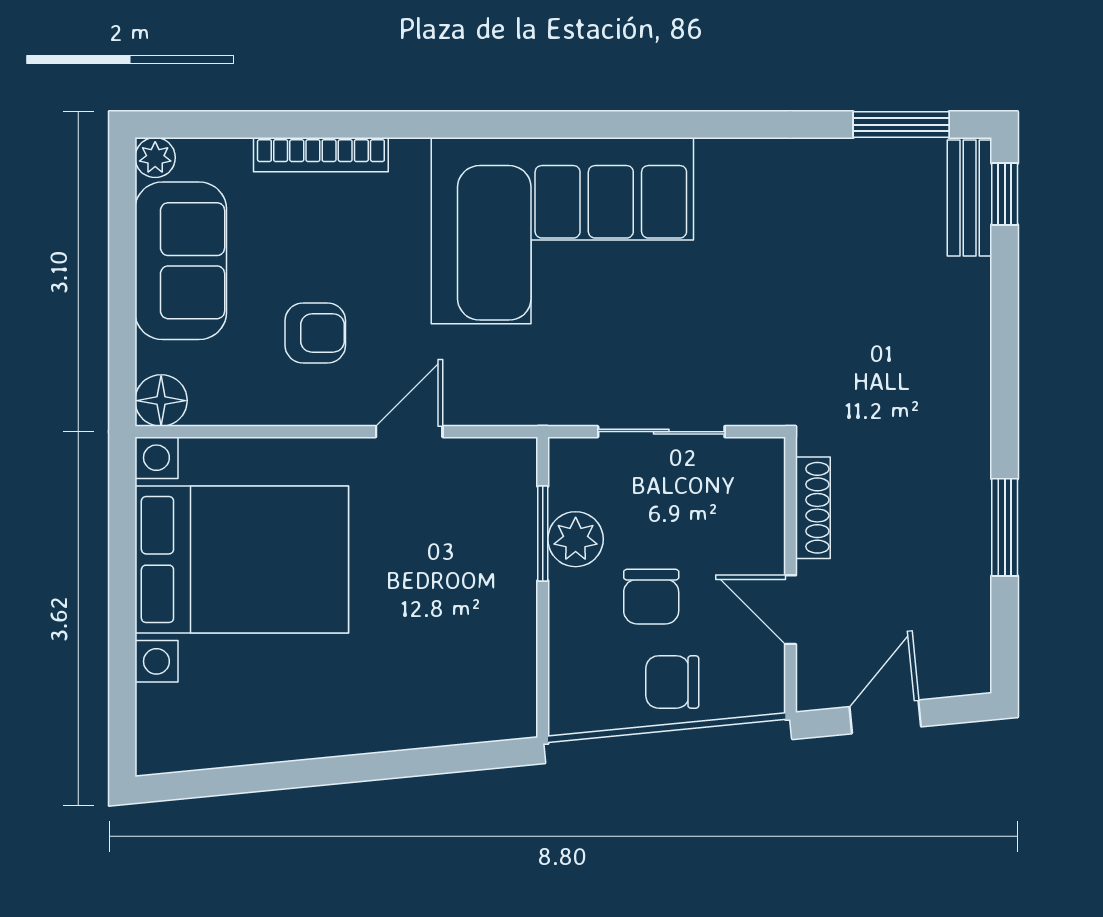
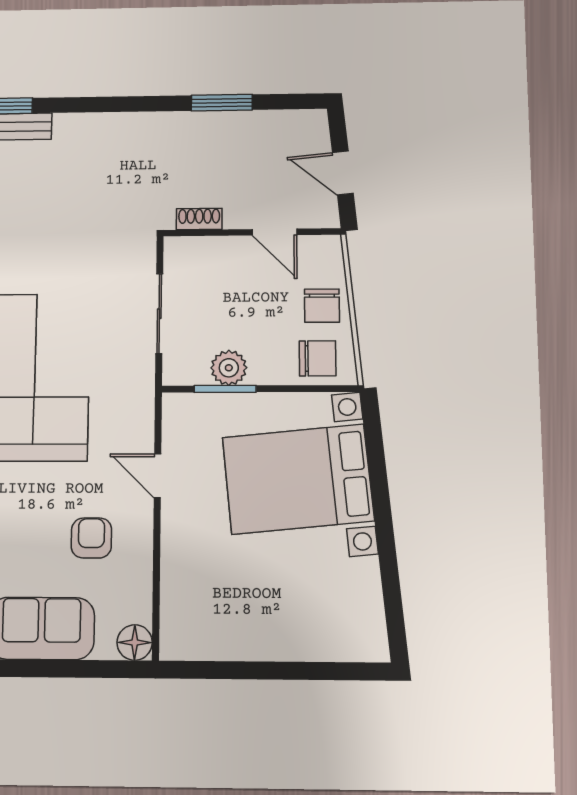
shoe rack: (813, 508) -> (199, 219), width x0.70
bed with nightstands: (242, 560) -> (298, 479), moved, turned -96
chair: (651, 597) -> (318, 358), moved
door: (790, 610) -> (274, 232), hinge flipped

